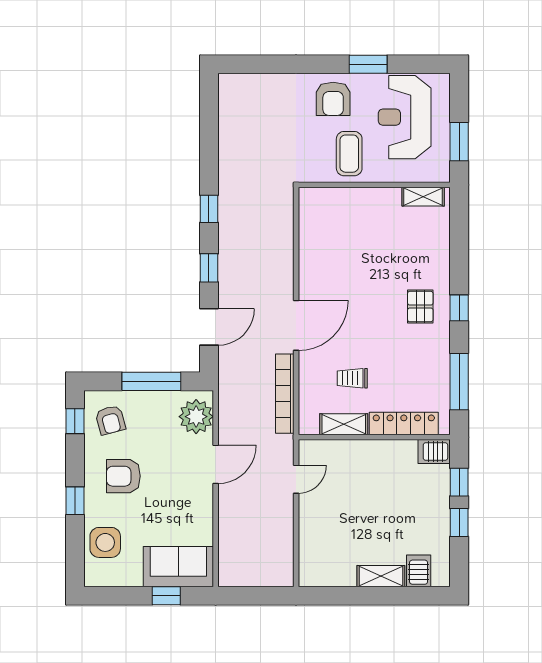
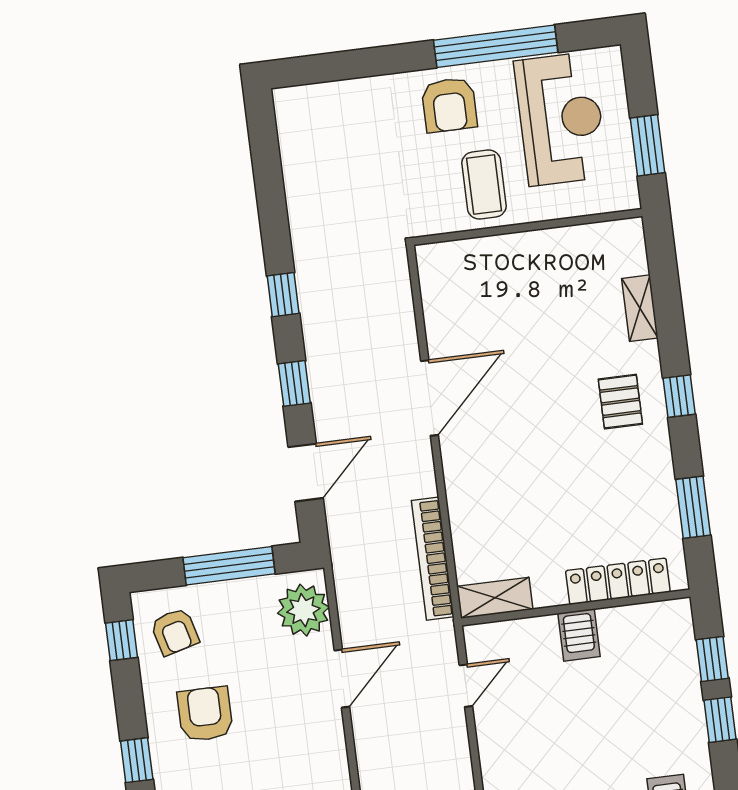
window: (368, 64) -> (496, 46), width x2.11
reception desk: (405, 117) -> (561, 119), turned 180
shelving: (423, 197) -> (640, 308), moved, turned 90
door: (296, 325) -> (430, 398), moved
trolley: (352, 378) -> (532, 523), removed
window: (459, 382) -> (693, 507), width x0.69
shelving: (344, 424) -> (495, 598), moved
server rack: (434, 452) -> (579, 635), moved, turned -90
armchair: (123, 476) -> (205, 714), turned 90

